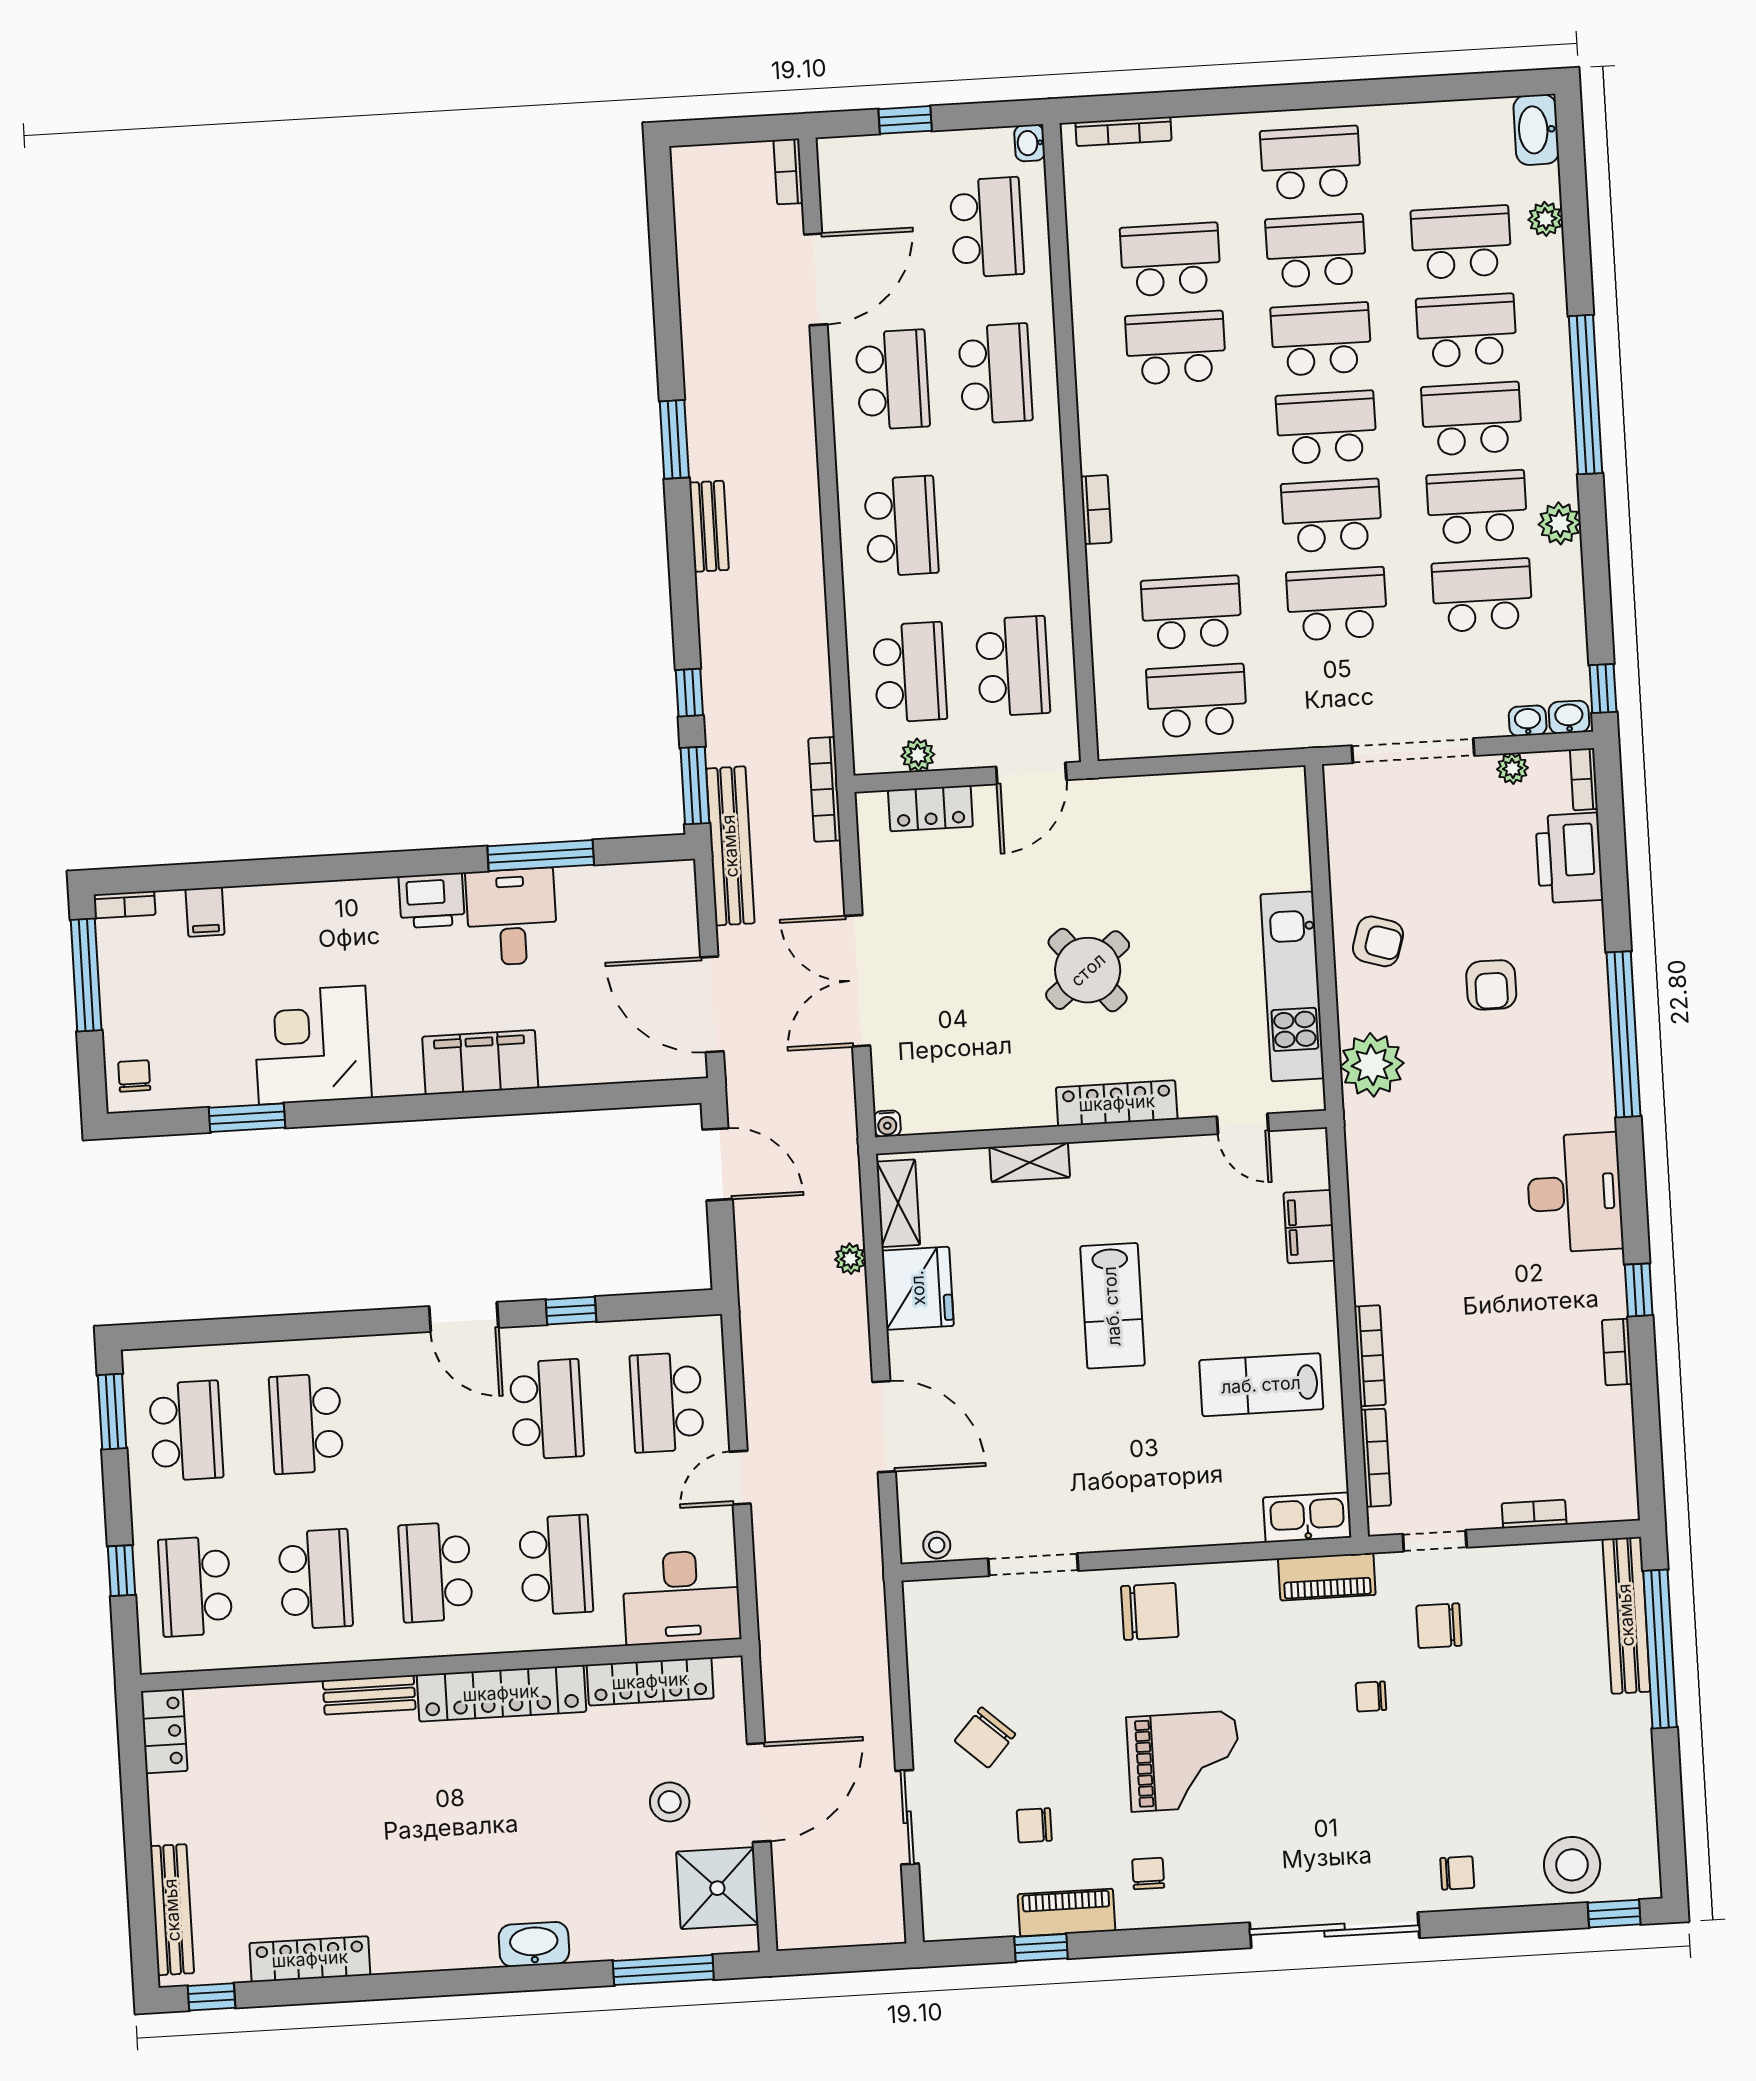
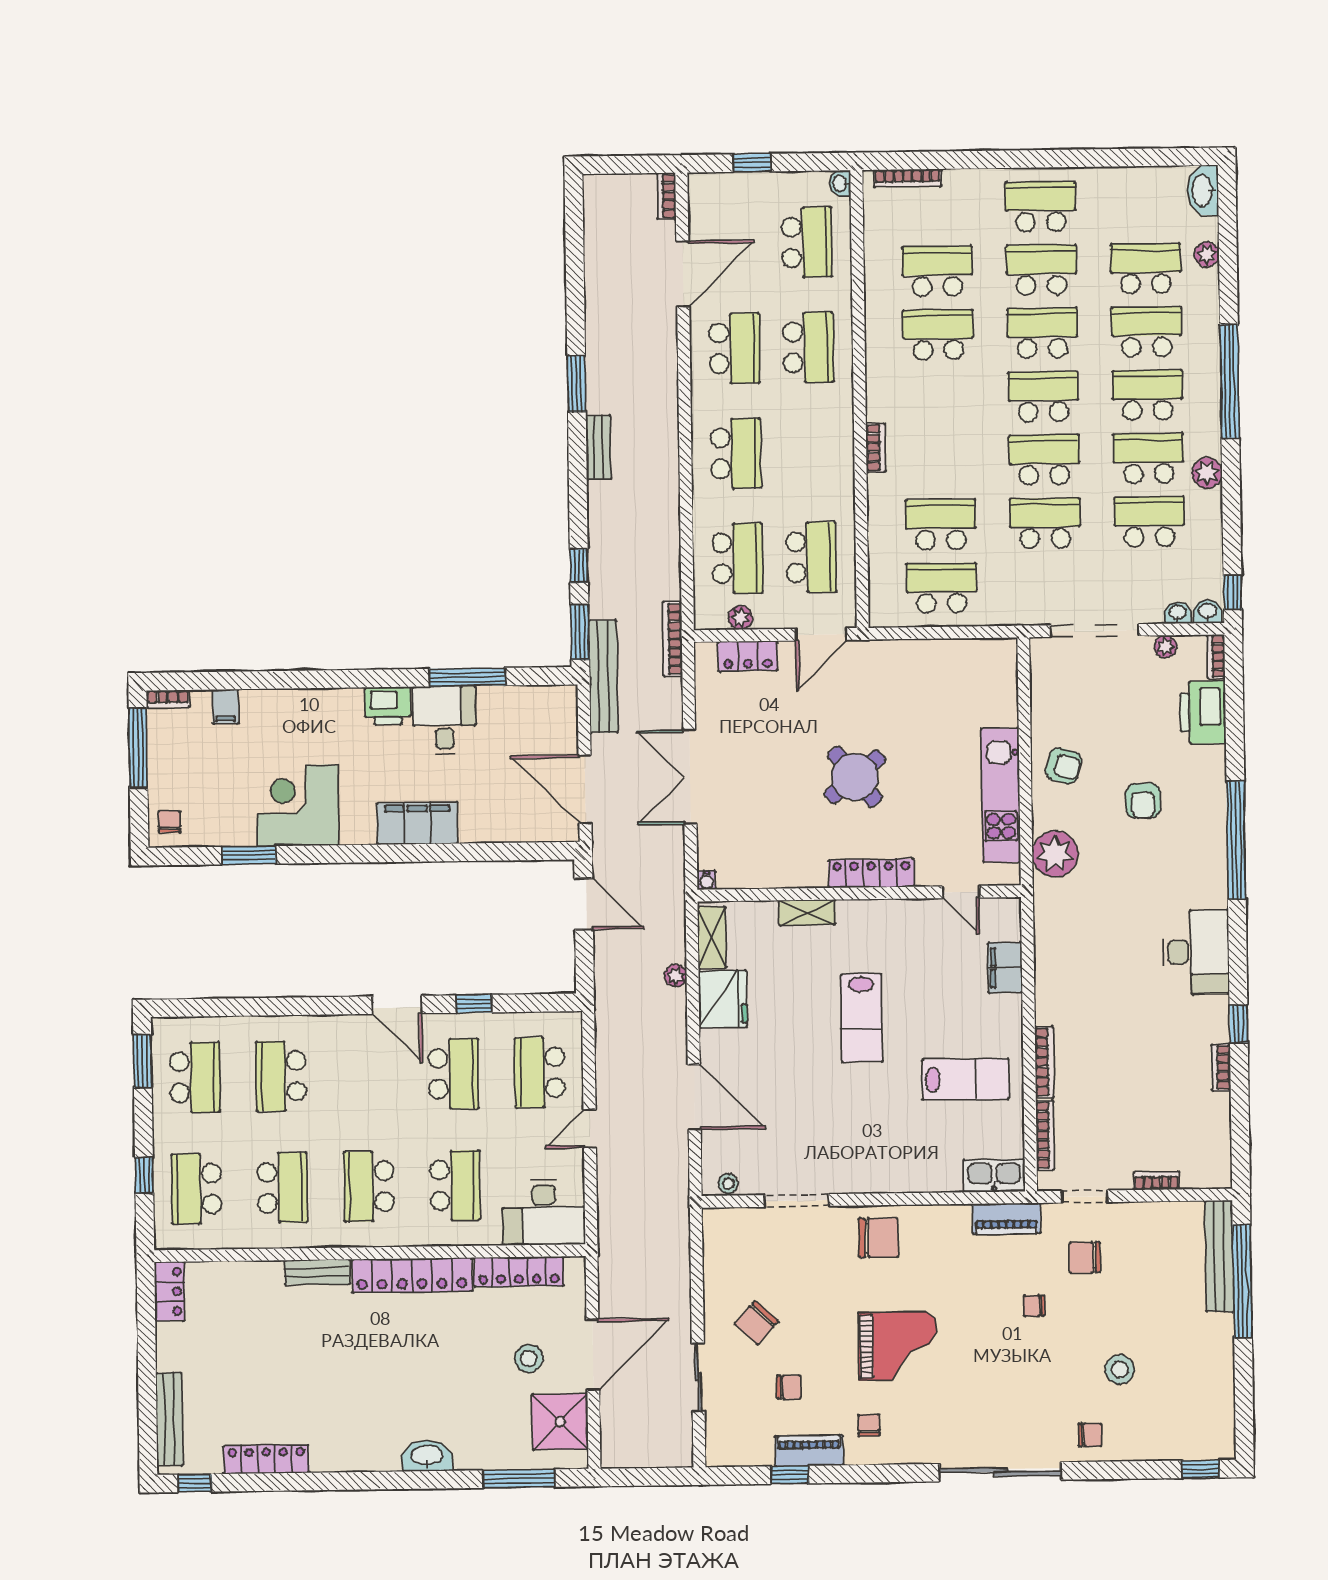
lab bench: (1261, 1385) -> (966, 1079), turned 180
chair: (1034, 1825) -> (789, 1387), turned 180
stool: (1572, 1865) -> (1120, 1370), moved, width x0.73, depth x0.73

